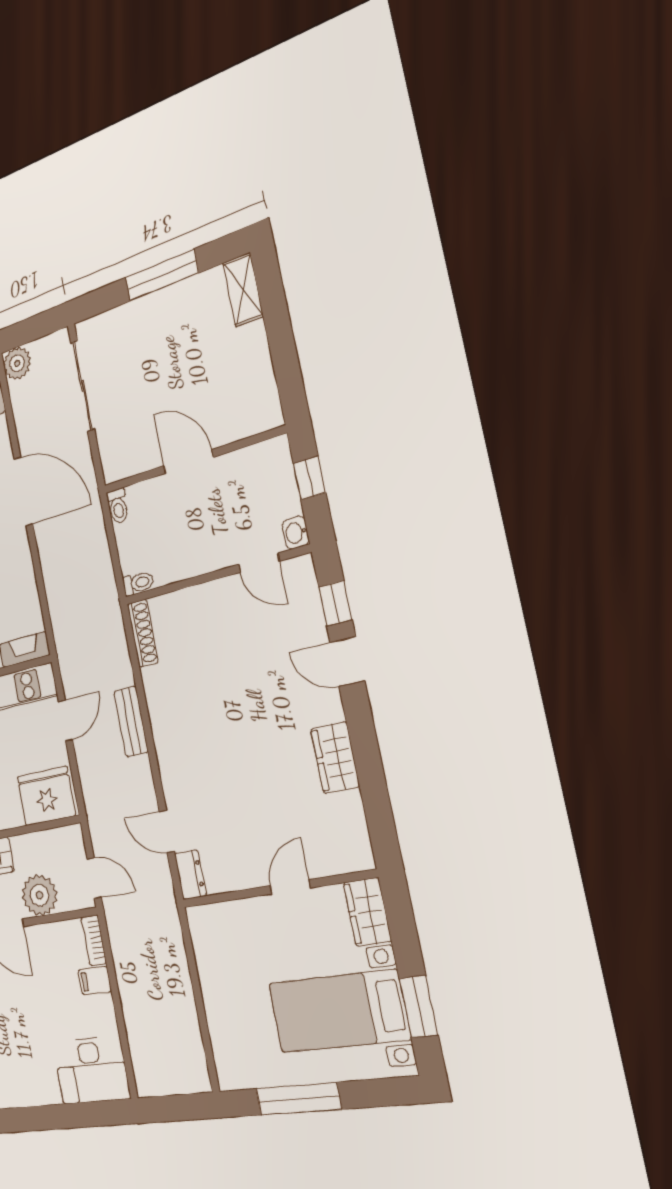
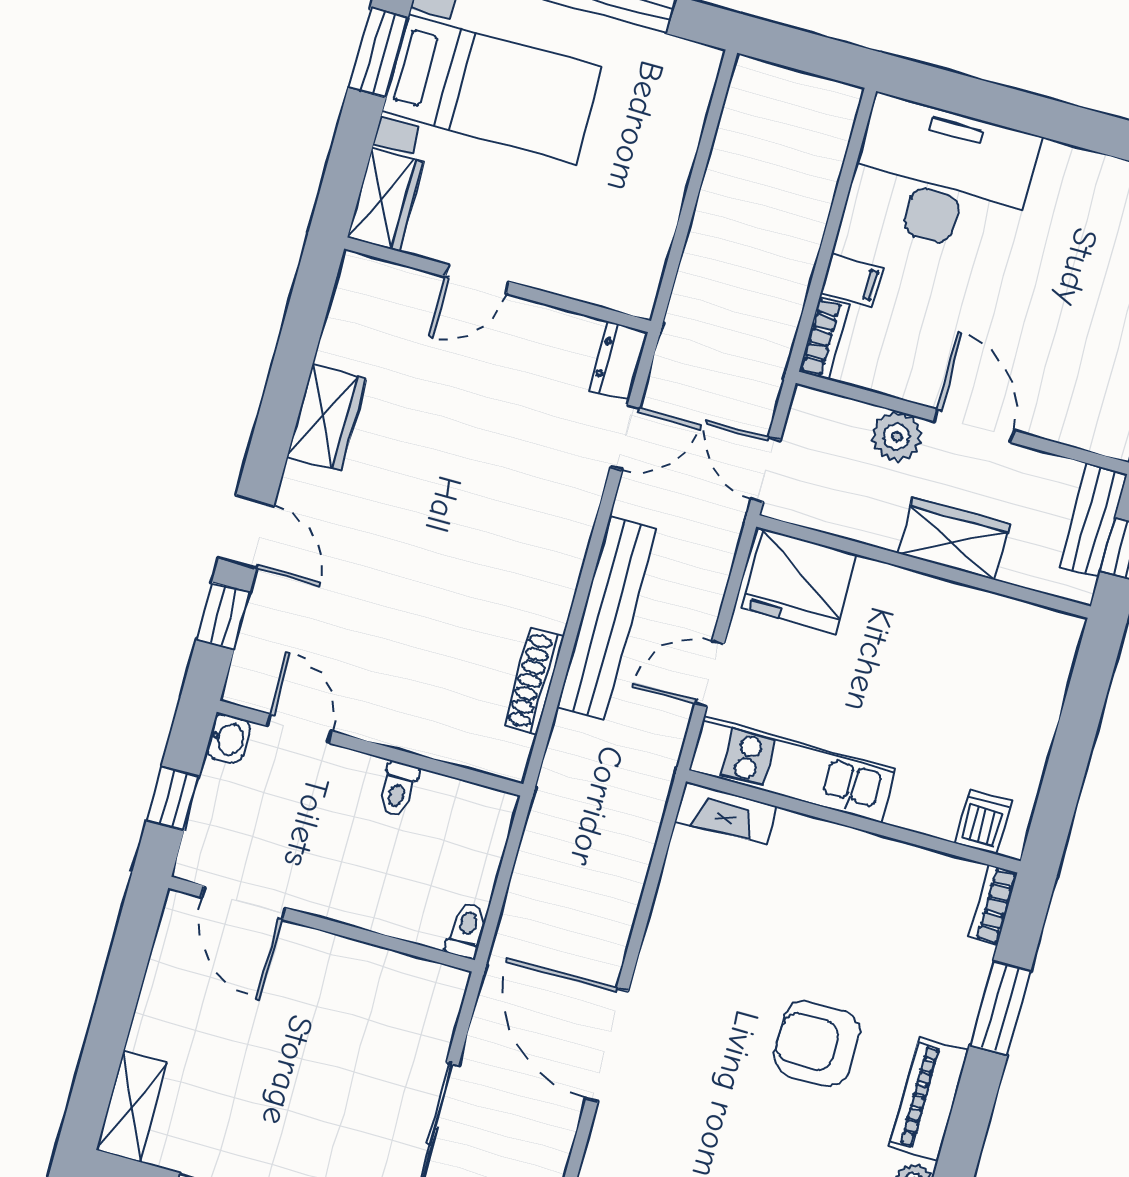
door: (188, 462) -> (243, 903), moved
toilet: (138, 583) -> (398, 789), moved, turned -90
shoe rack: (143, 633) -> (534, 681), moved
bench: (131, 722) -> (607, 618), width x1.86, depth x1.21
door: (167, 831) -> (625, 437), hinge flipped
door: (94, 878) -> (766, 470), moved
plant: (39, 895) -> (897, 436), width x0.73, depth x0.73
desk: (91, 1070) -> (942, 176), width x1.36, depth x1.30

